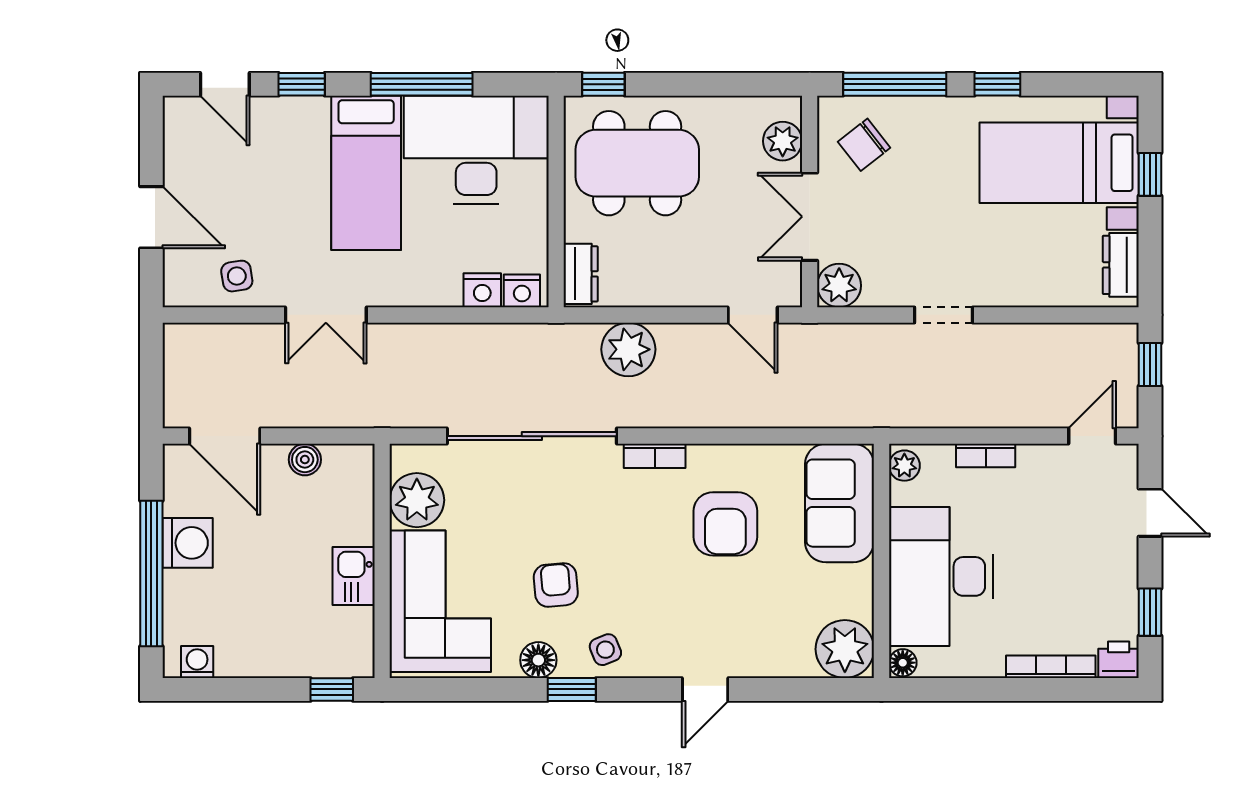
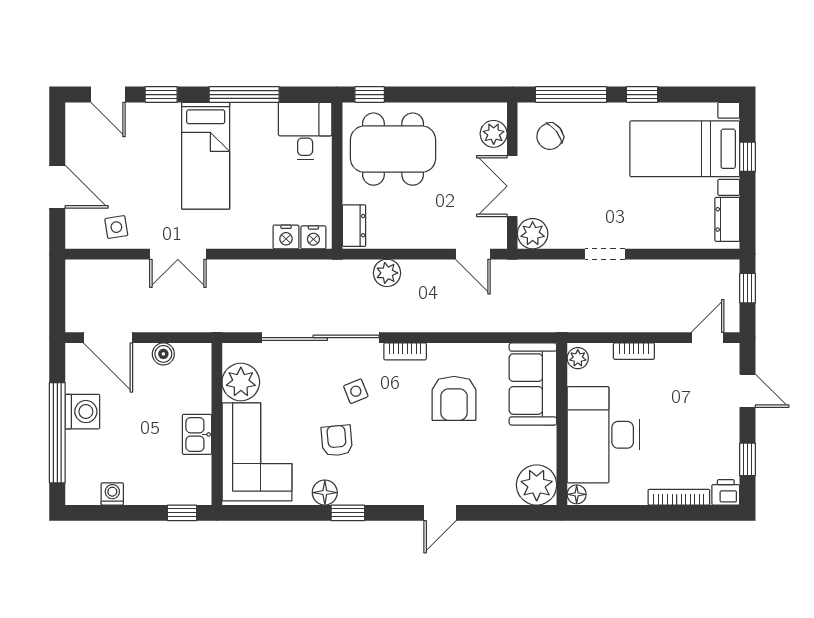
desk: (476, 150) -> (305, 131), width x0.53, depth x0.77
plant: (628, 349) -> (387, 273), width x0.73, depth x0.73
side table: (605, 650) -> (356, 391), moved
washing machine: (197, 662) -> (112, 494), moved

